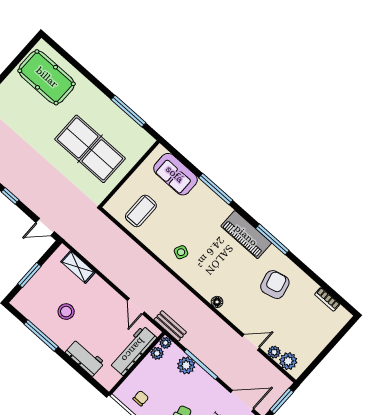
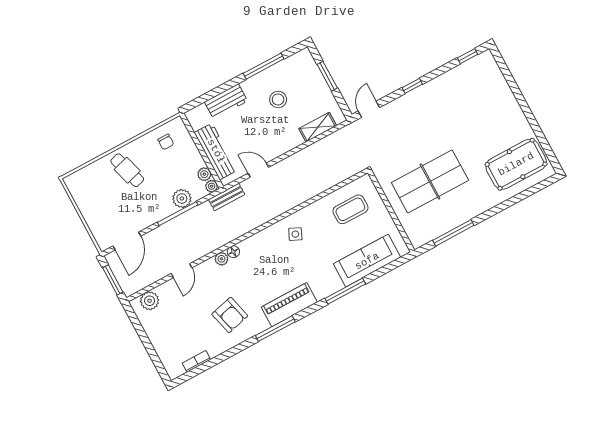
sofa: (175, 174) -> (367, 261), width x1.36
coffee table: (141, 211) -> (350, 209), turned 90
plant: (274, 352) -> (221, 259), moved

